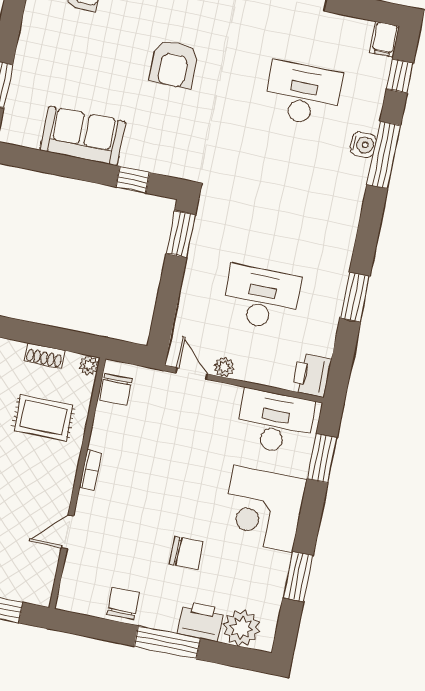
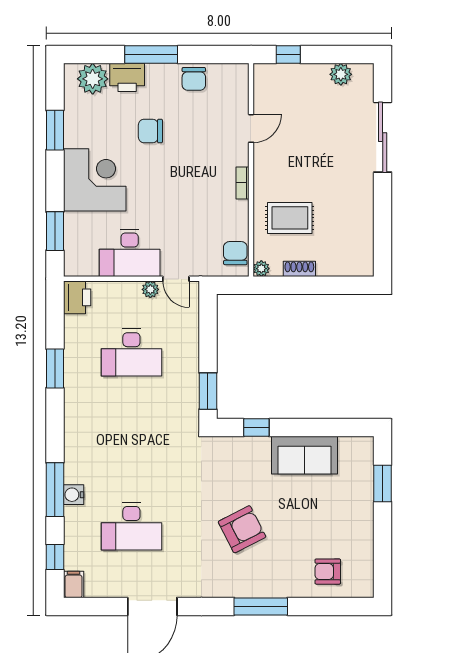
armchair: (174, 64) -> (242, 529), turned 63
desk: (275, 422) -> (130, 253), moved

